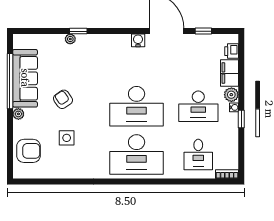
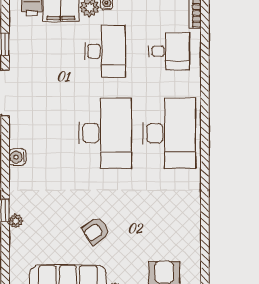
water cooler: (138, 40) -> (17, 157), moved
side table: (67, 138) -> (147, 226), removed

